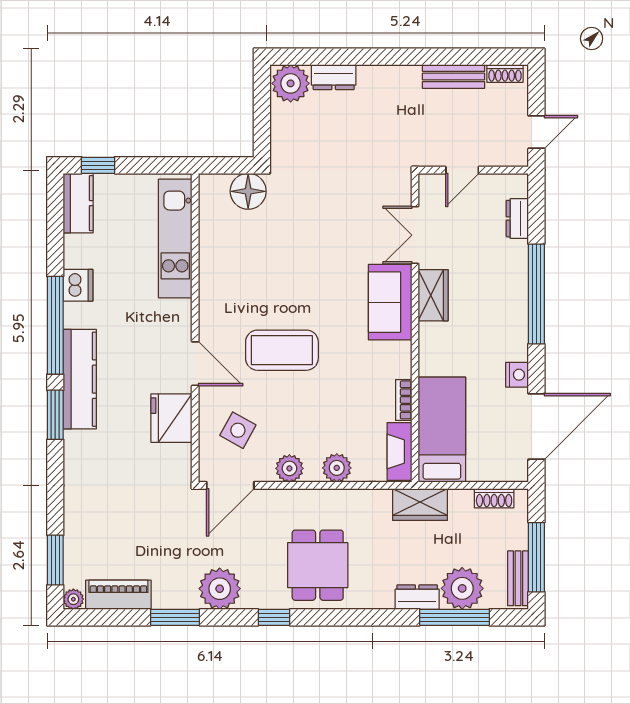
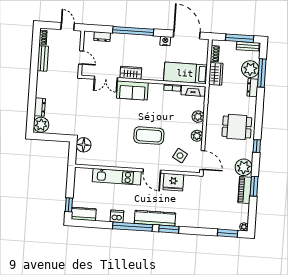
kitchen unit: (175, 239) -> (117, 177), moved
coffee table: (282, 350) -> (149, 136), turned 90
door: (195, 364) -> (152, 171), swing flipped
wardrobe: (420, 504) -> (216, 74), moved
piano: (118, 595) -> (245, 190), moved

